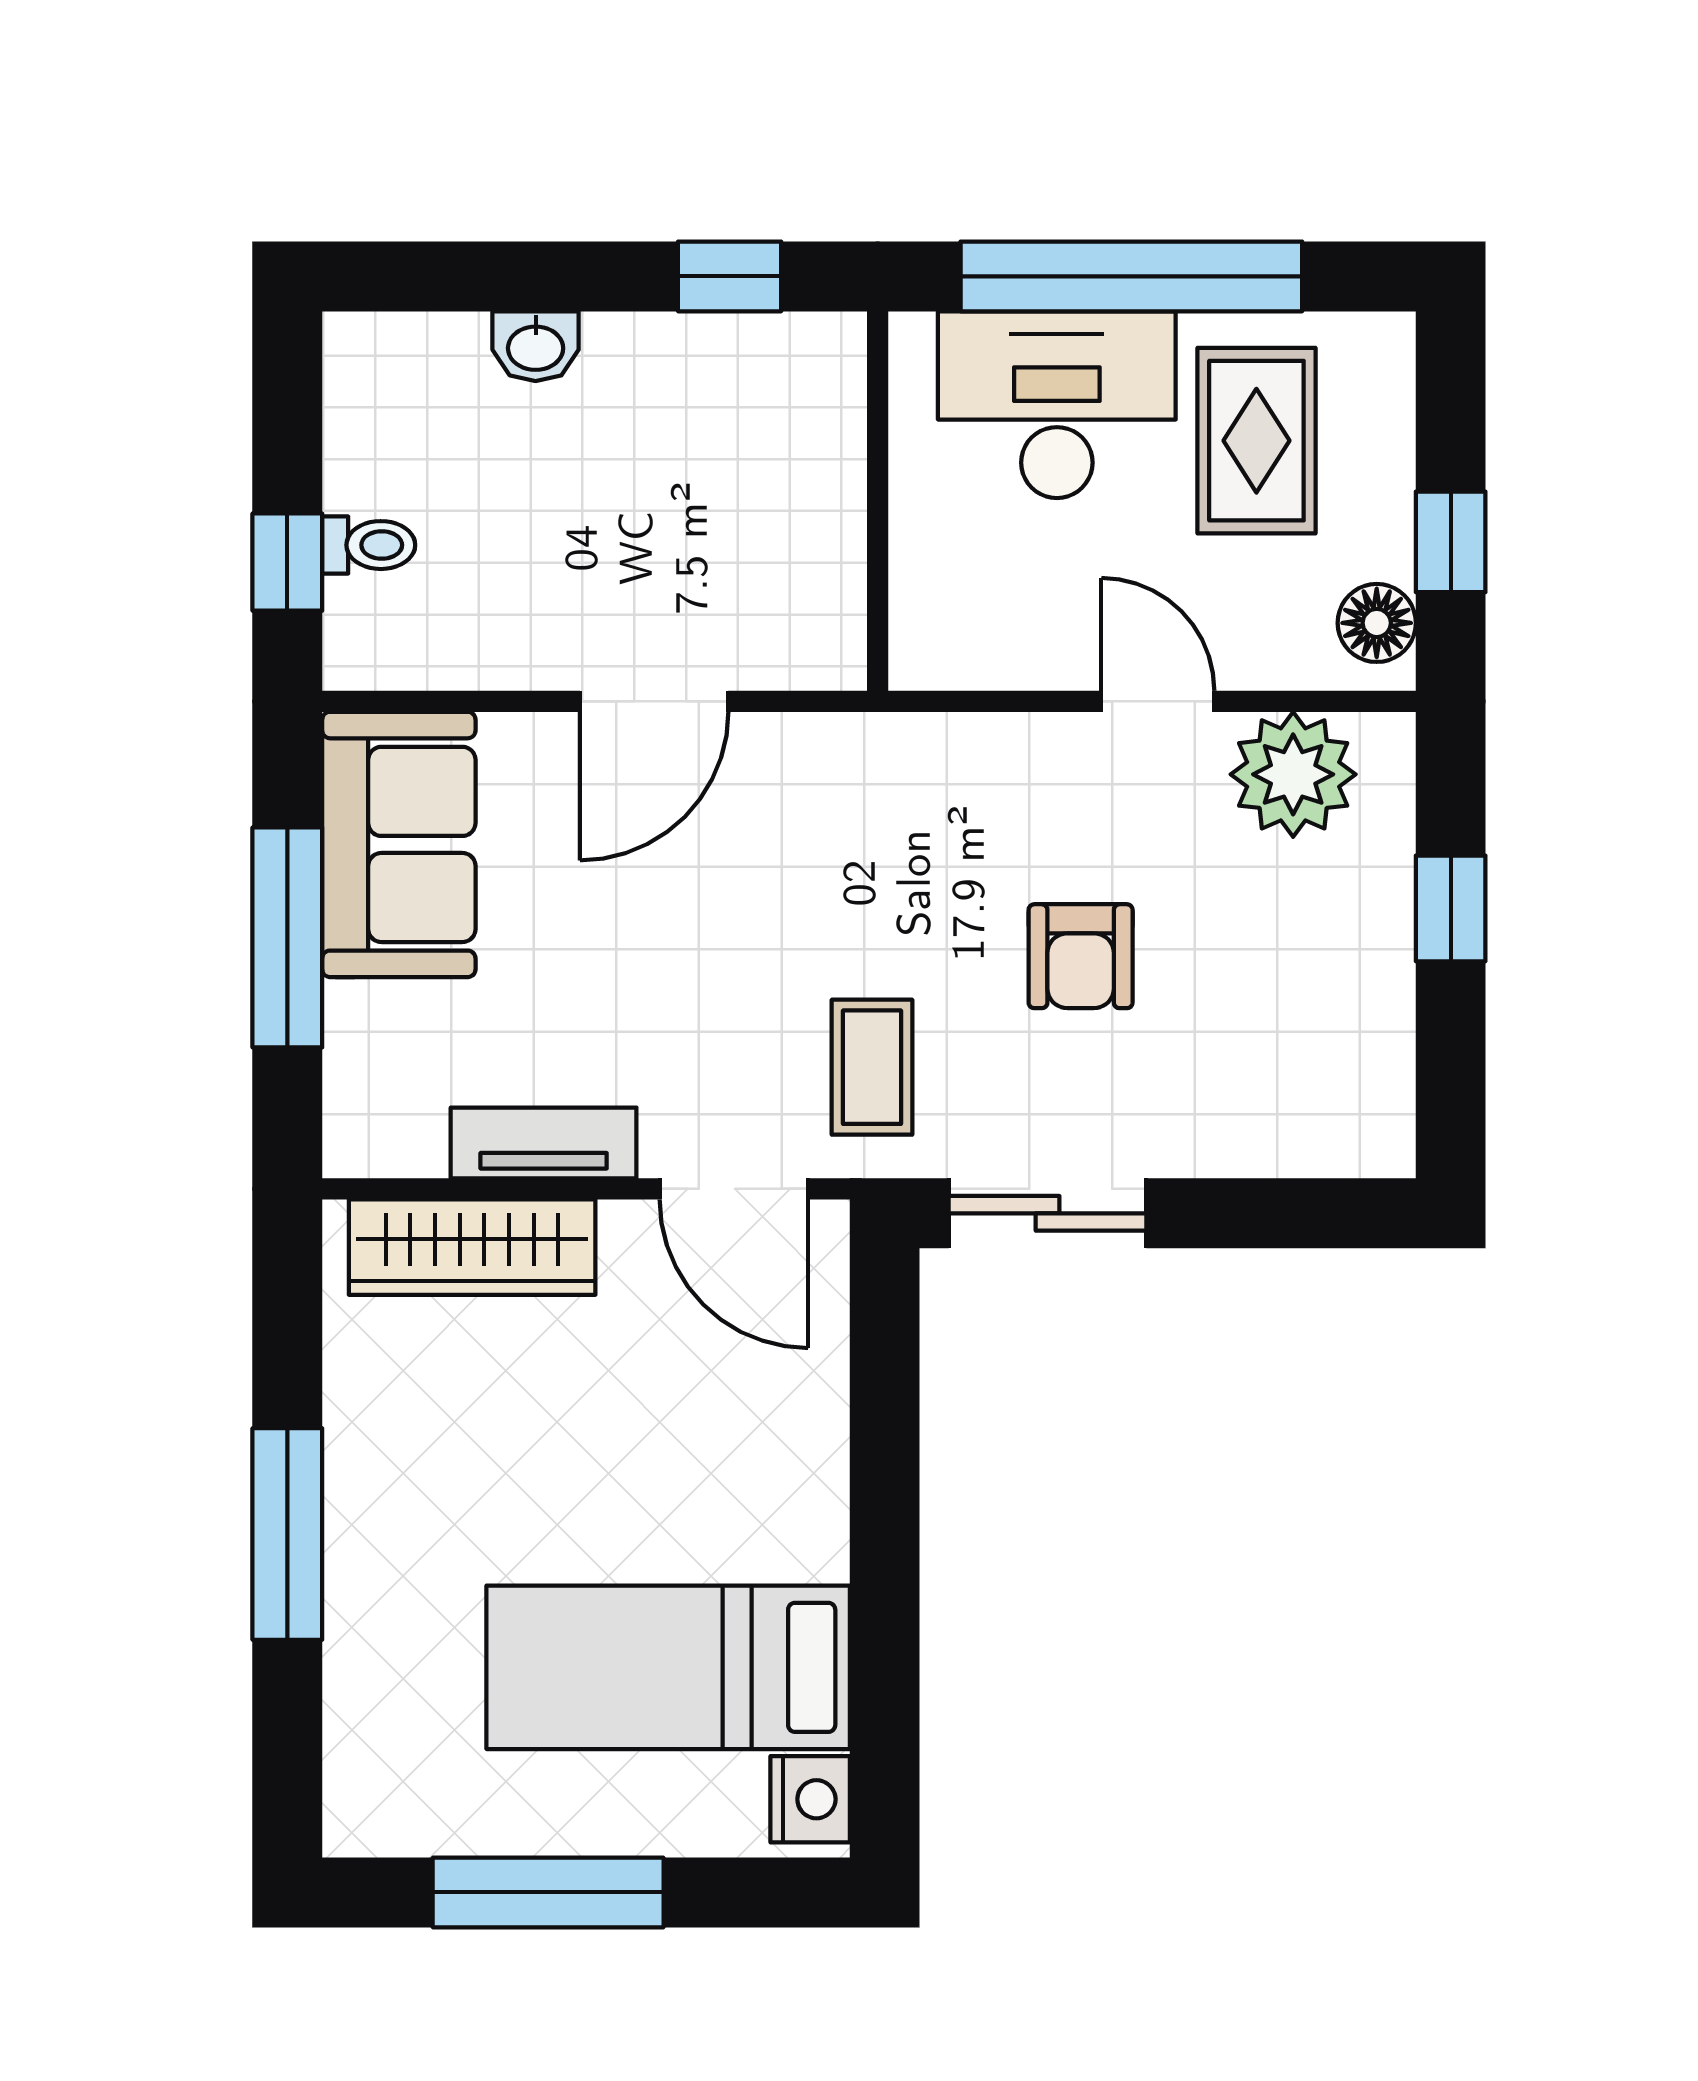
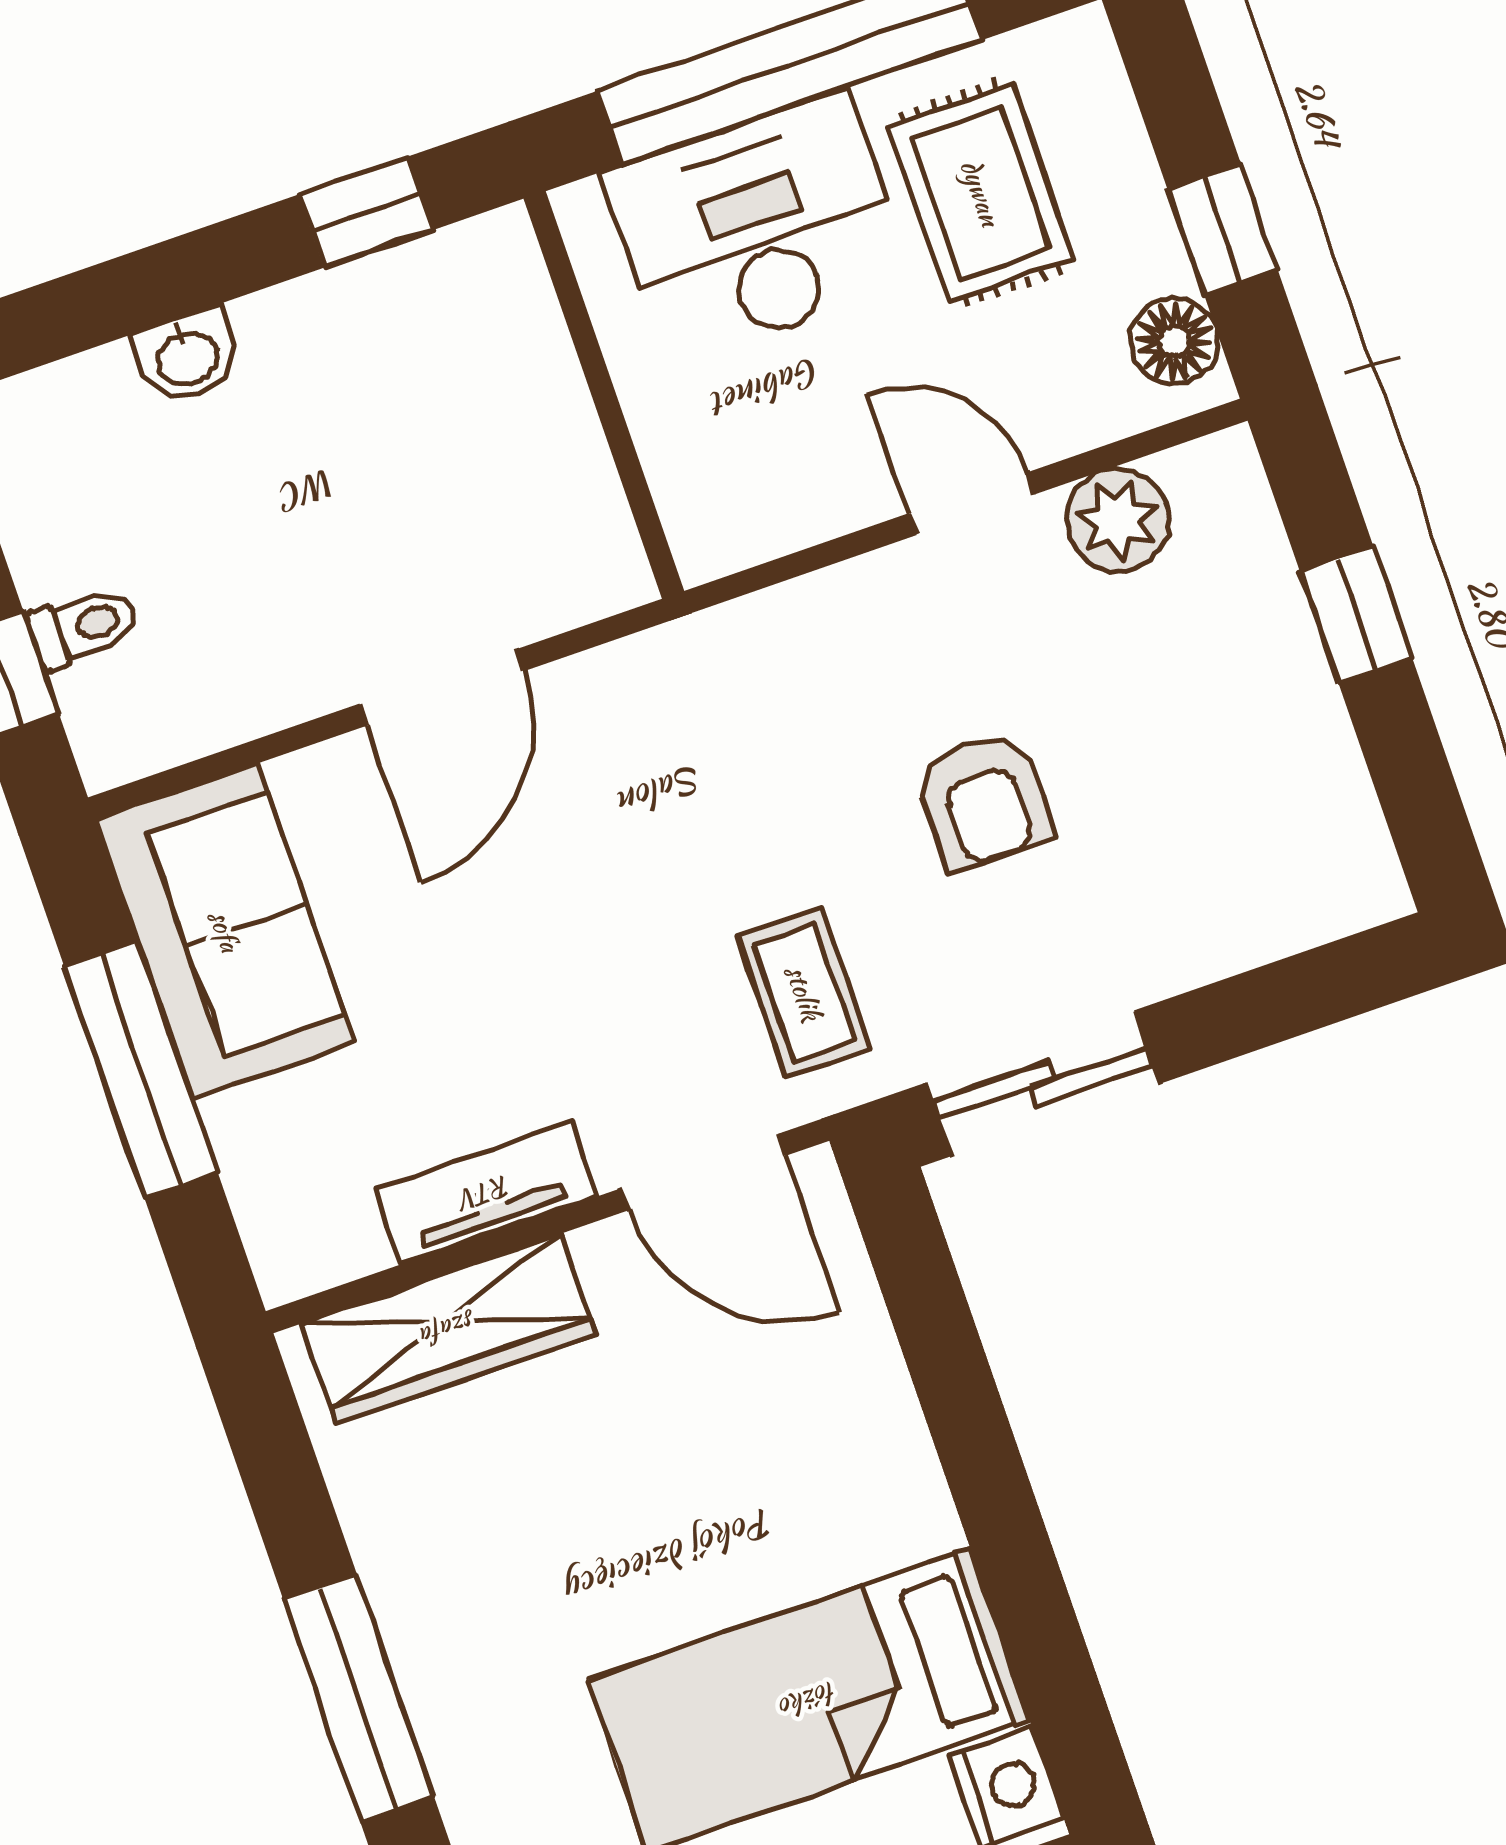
plant: (1293, 774) -> (1118, 520), width x0.73, depth x0.73

